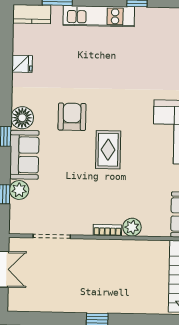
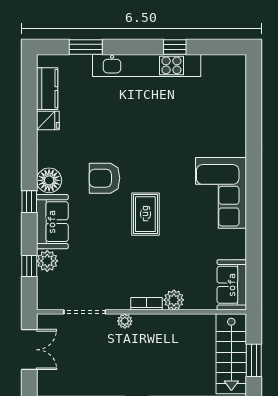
kitchen counter: (32, 14) -> (47, 89), moved, turned -90
kitchen unit: (99, 16) -> (147, 65), width x1.36
armchair: (72, 117) -> (105, 178), turned -90
plant: (88, 245) -> (125, 321), added

